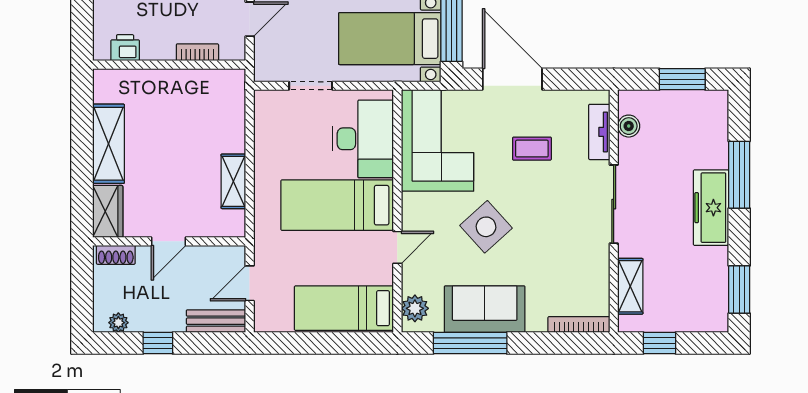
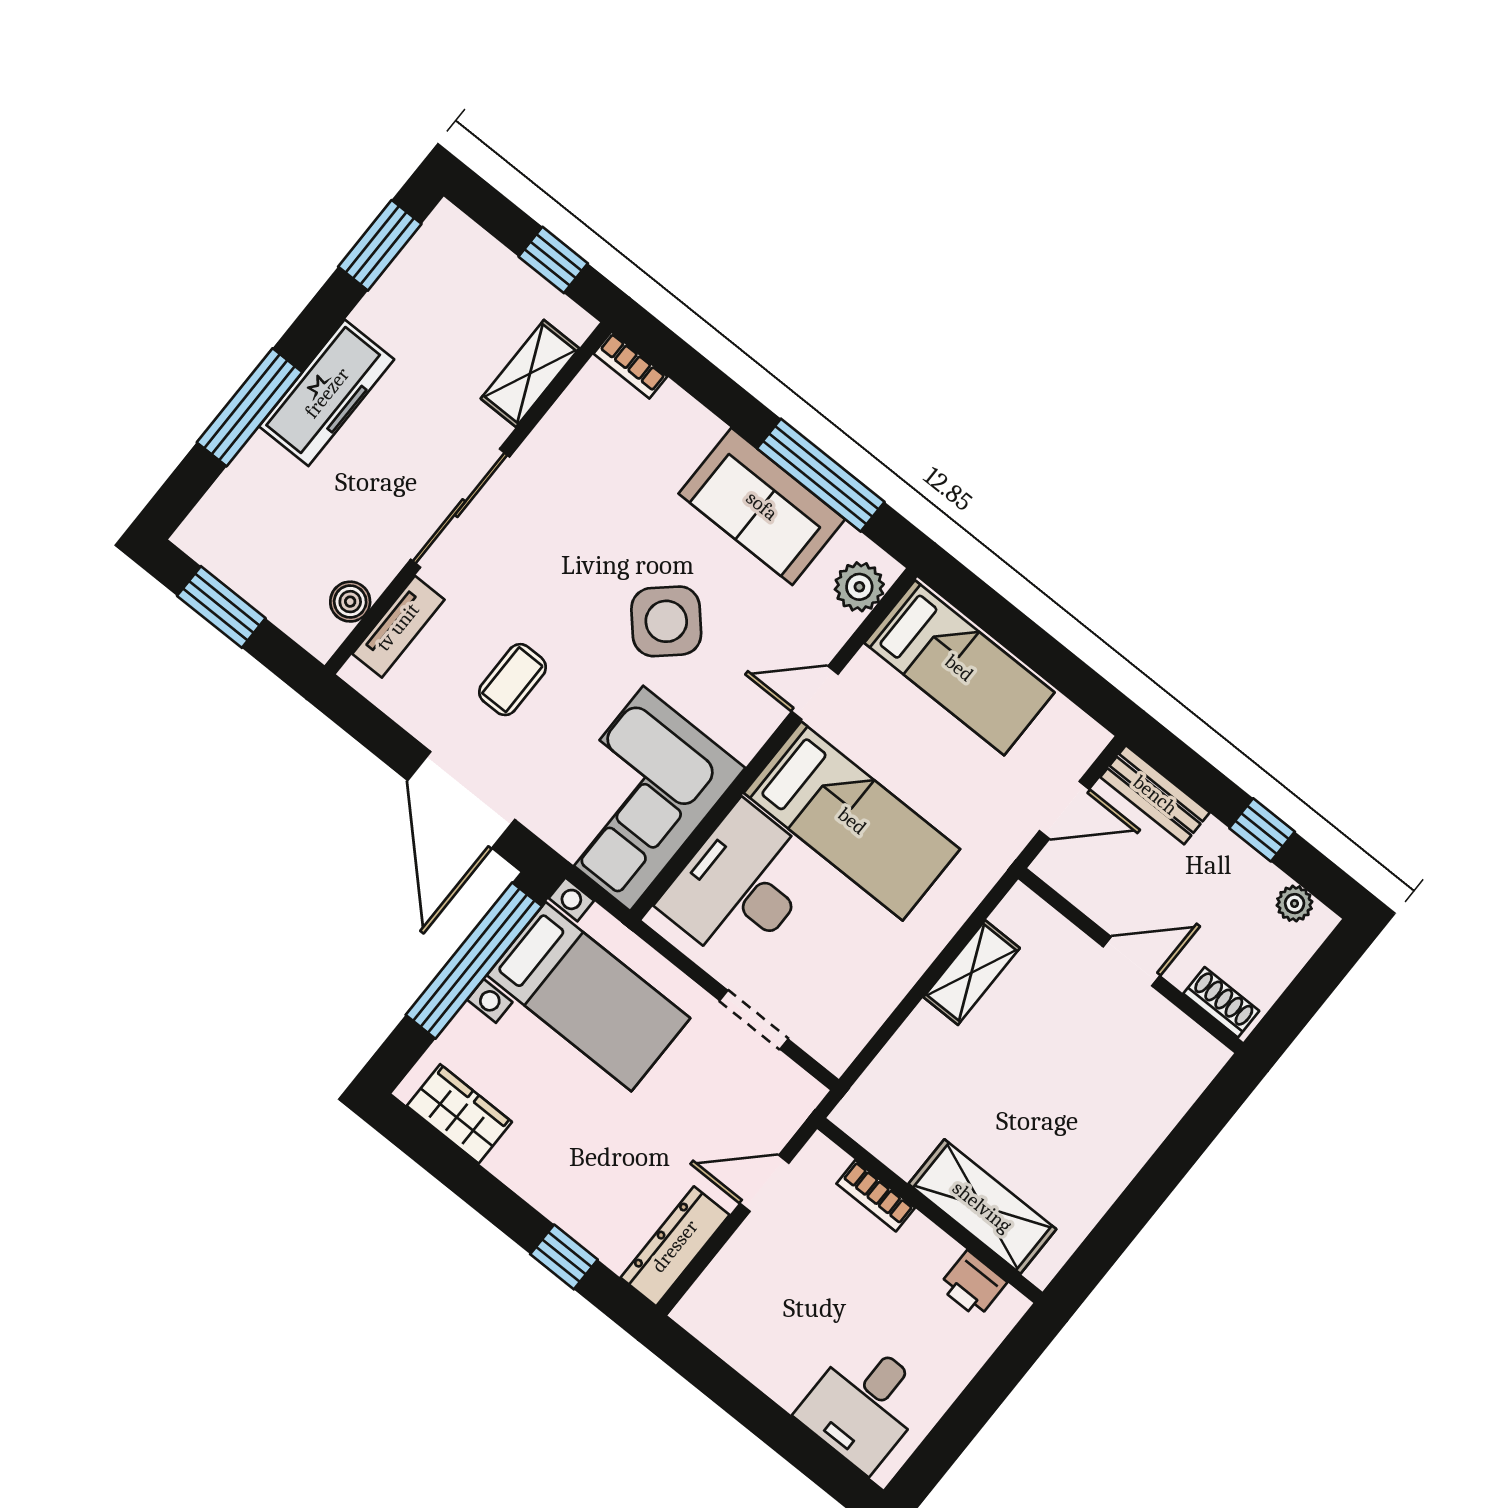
shelving: (108, 144) -> (982, 1207), moved, turned 90
coffee table: (532, 149) -> (512, 680), turned 90
wardrobe: (108, 211) -> (1183, 1073), removed
bookcase: (579, 325) -> (630, 365), width x0.64

